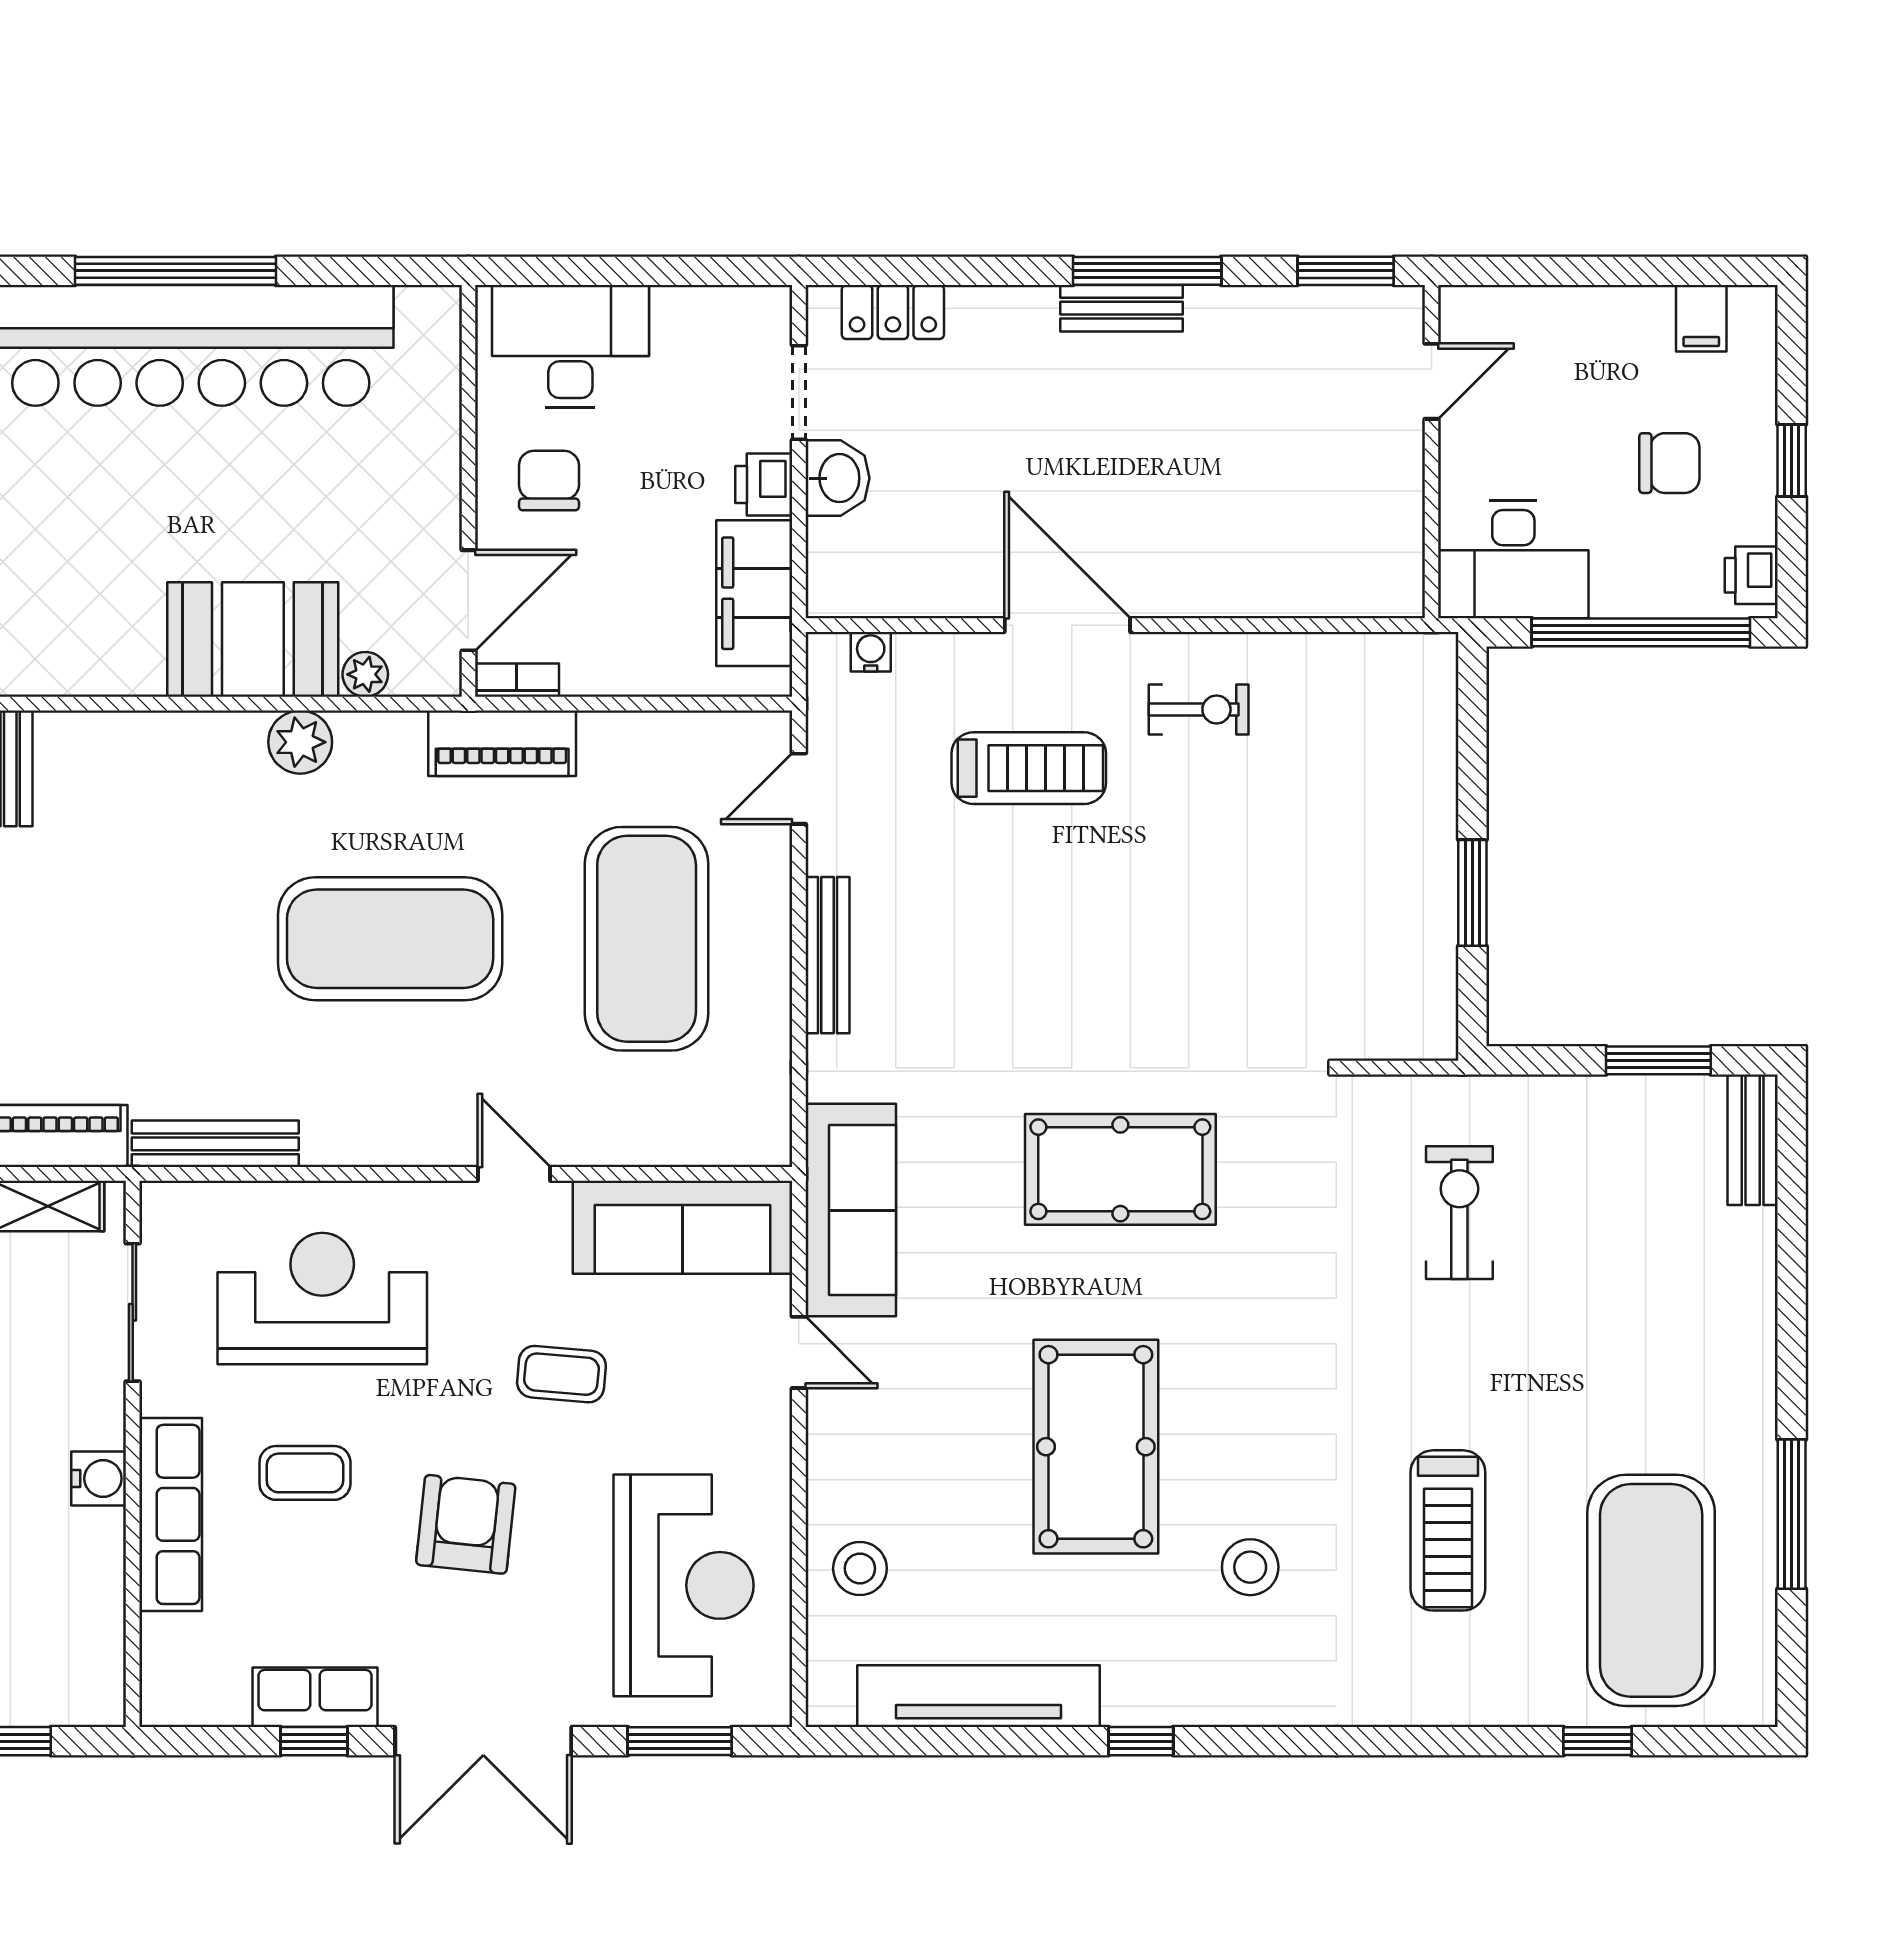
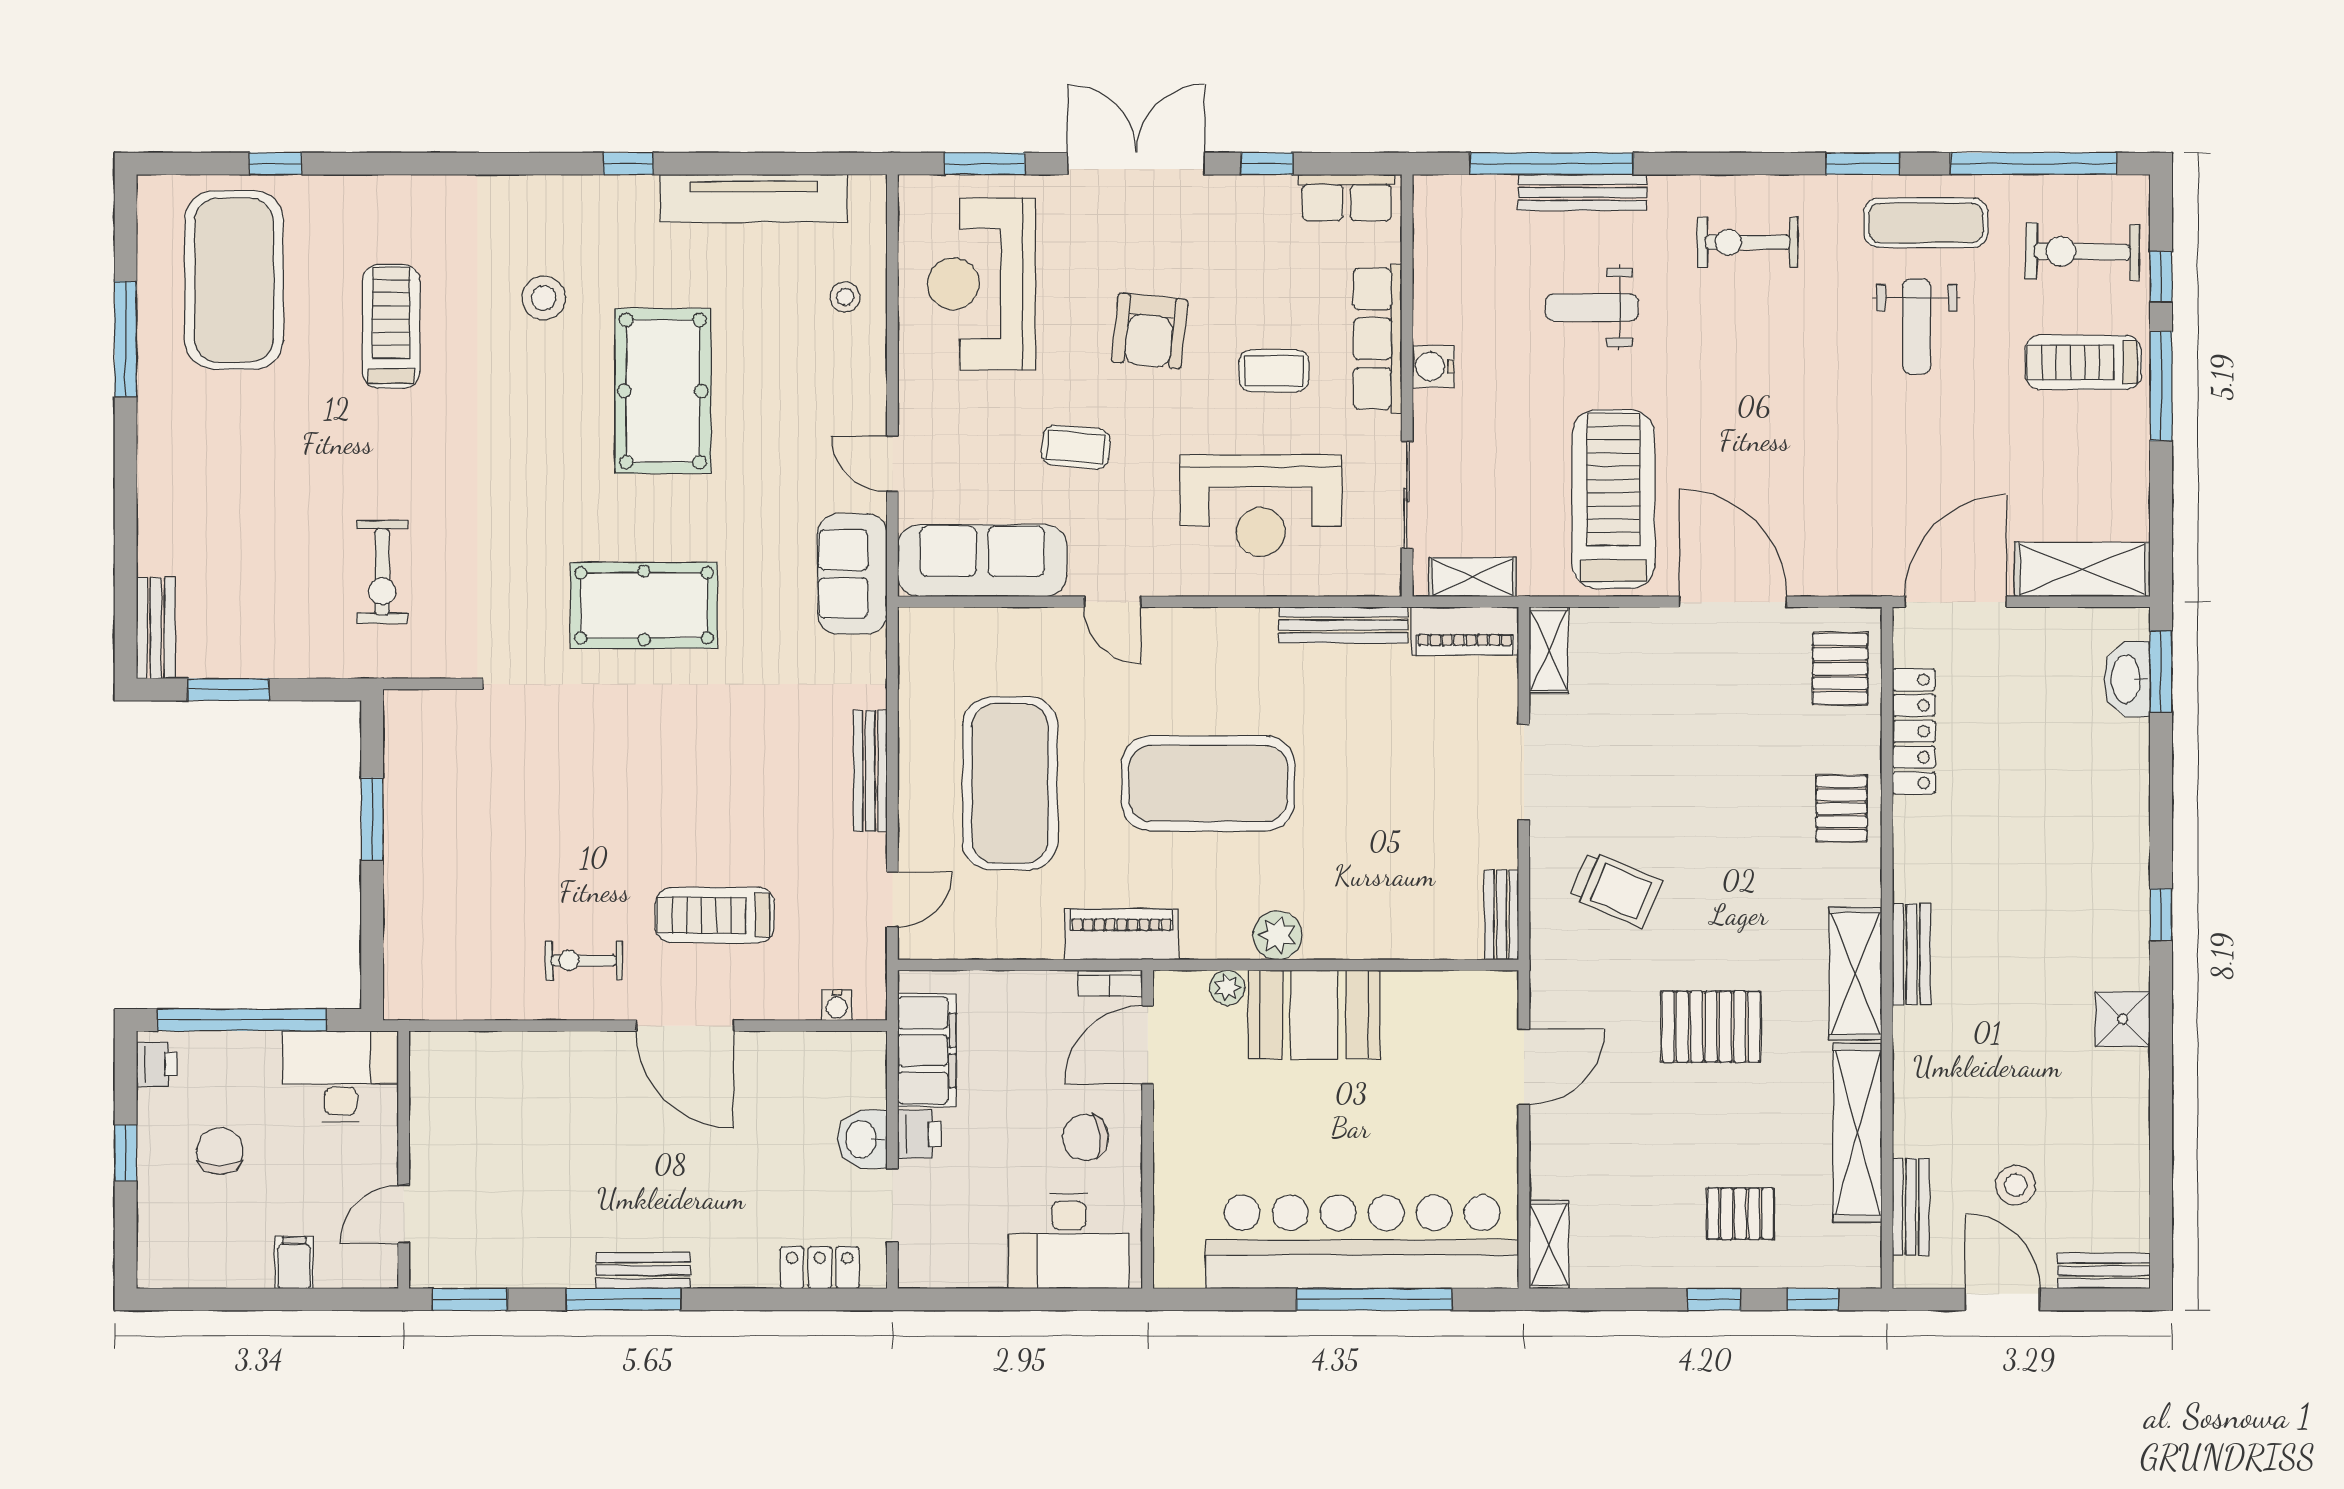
filing cabinet: (1701, 318) -> (294, 1263), moved
chair: (1669, 463) -> (220, 1151), turned 90
chair: (549, 481) -> (1085, 1137), turned 84
sofa: (851, 1210) -> (852, 574), width x0.73
stool: (860, 1568) -> (845, 297), width x0.73, depth x0.73
row of seats: (315, 1697) -> (1347, 198), moved

